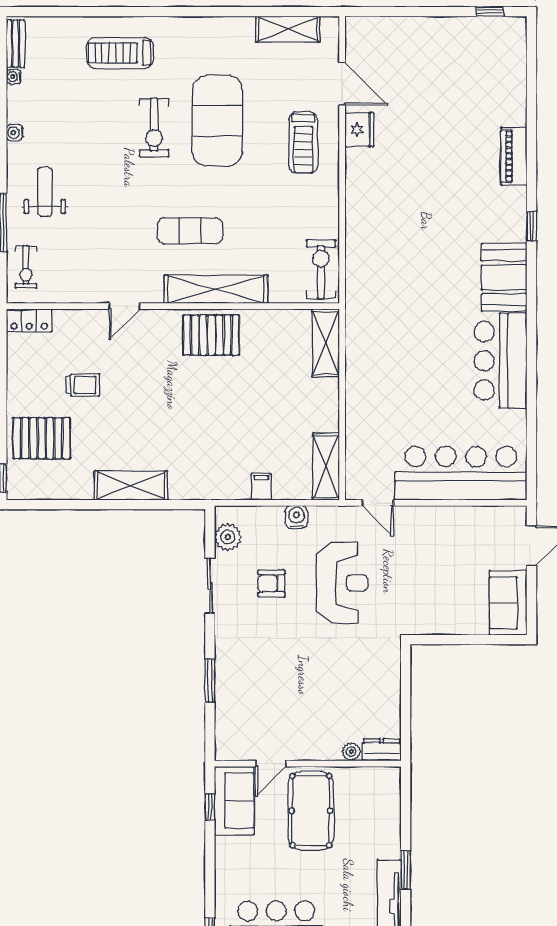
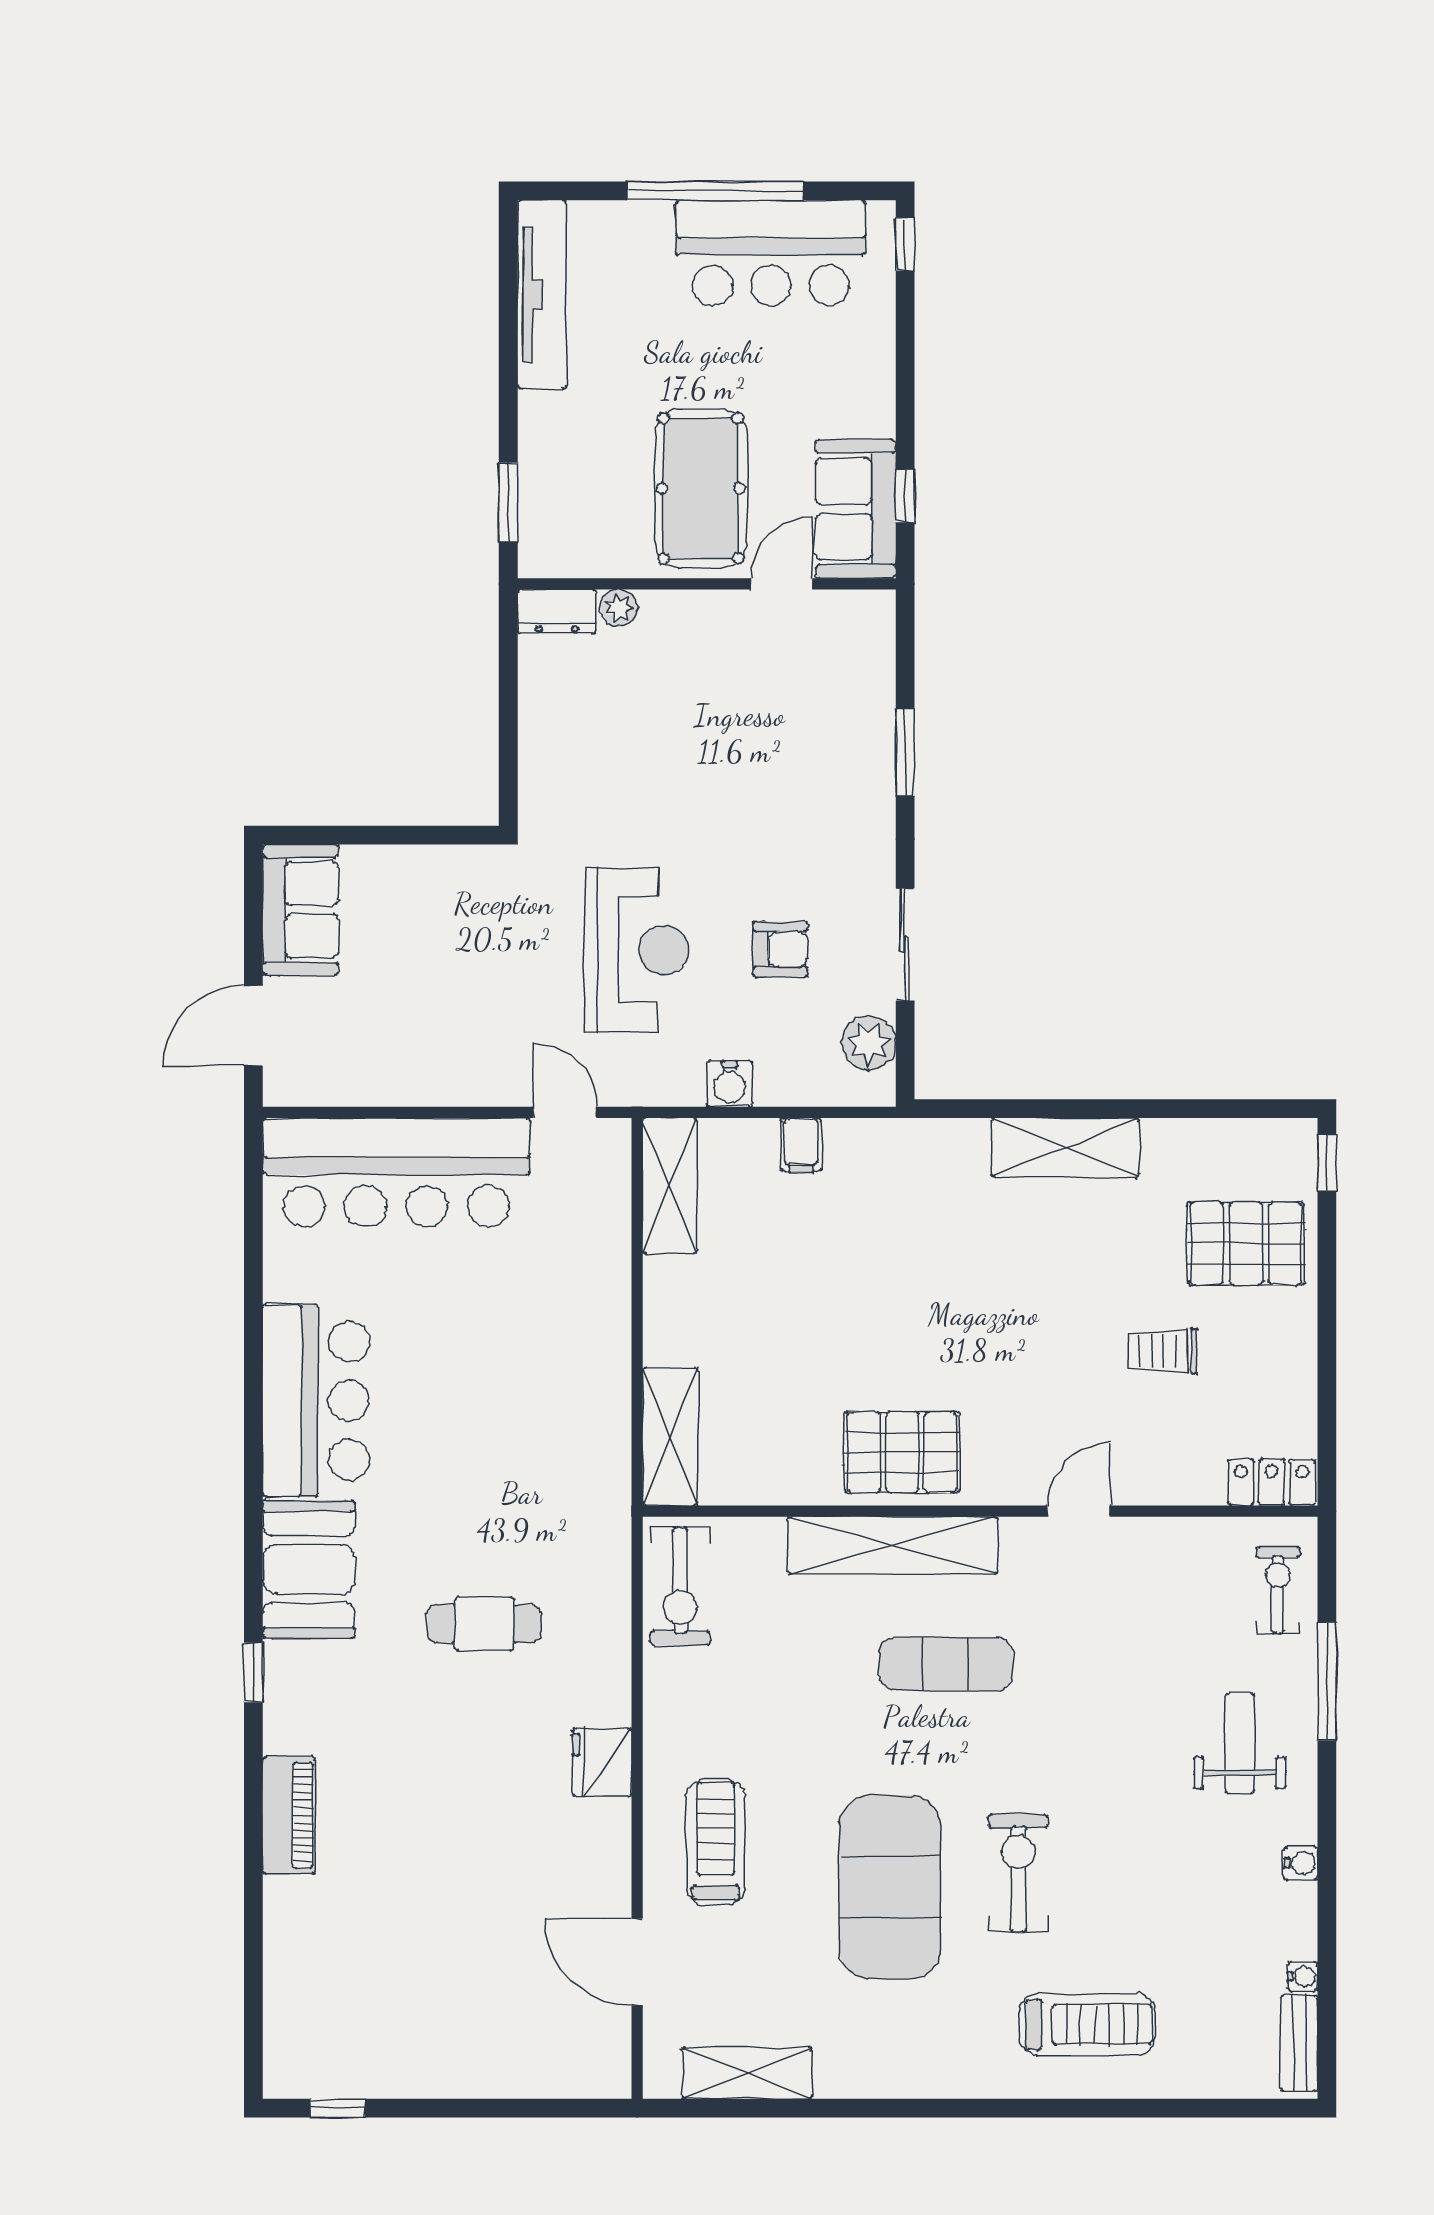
fridge: (359, 130) -> (602, 1763), moved
weight bench: (45, 192) -> (1240, 1743), turned 180
cafe table: (418, 251) -> (484, 1624), added
reception desk: (342, 583) -> (637, 950), turned 180
window: (406, 870) -> (508, 502), moved

